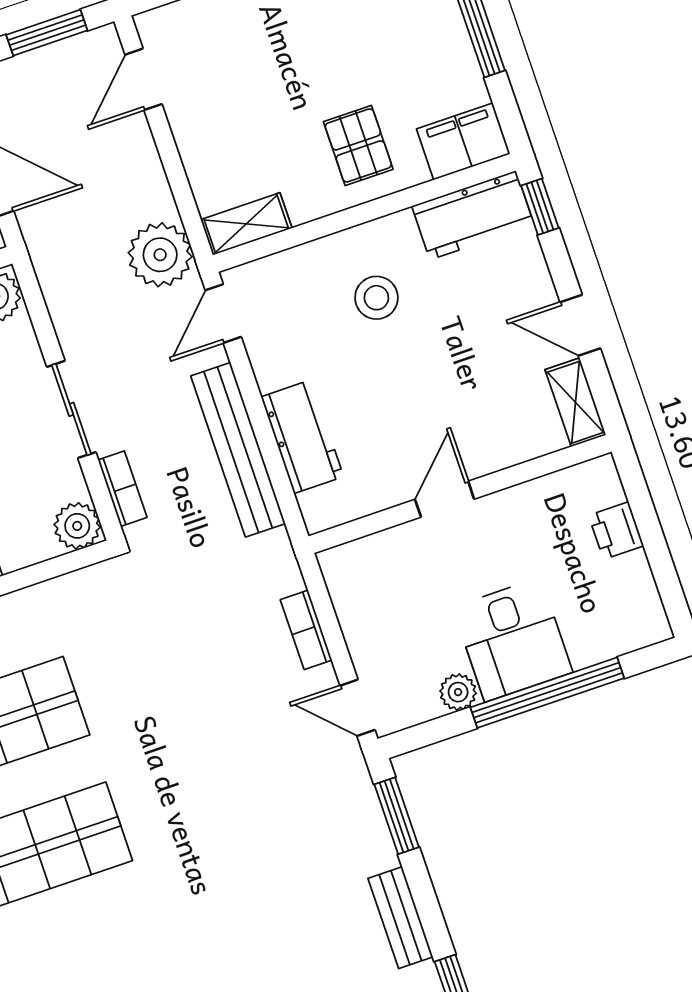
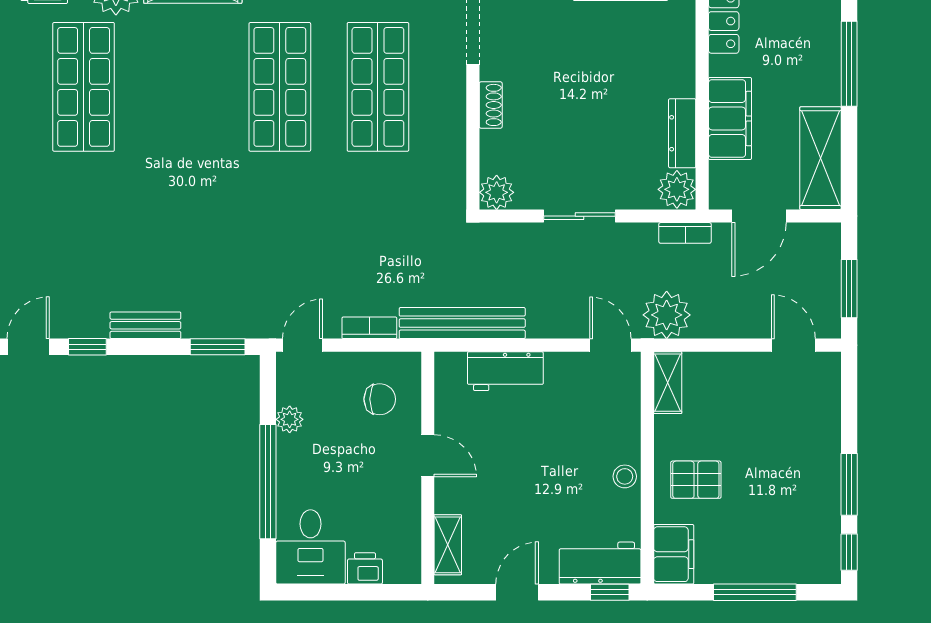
workbench: (473, 215) -> (600, 563), moved, turned 90
stool: (376, 298) -> (625, 476), moved, width x0.73, depth x0.73
shelving: (575, 402) -> (448, 545), moved, turned 90
bench: (238, 450) -> (462, 323), moved
bookcase: (122, 489) -> (685, 233), moved
chair: (393, 585) -> (380, 399), added
desk: (513, 640) -> (310, 547), moved, turned -90

